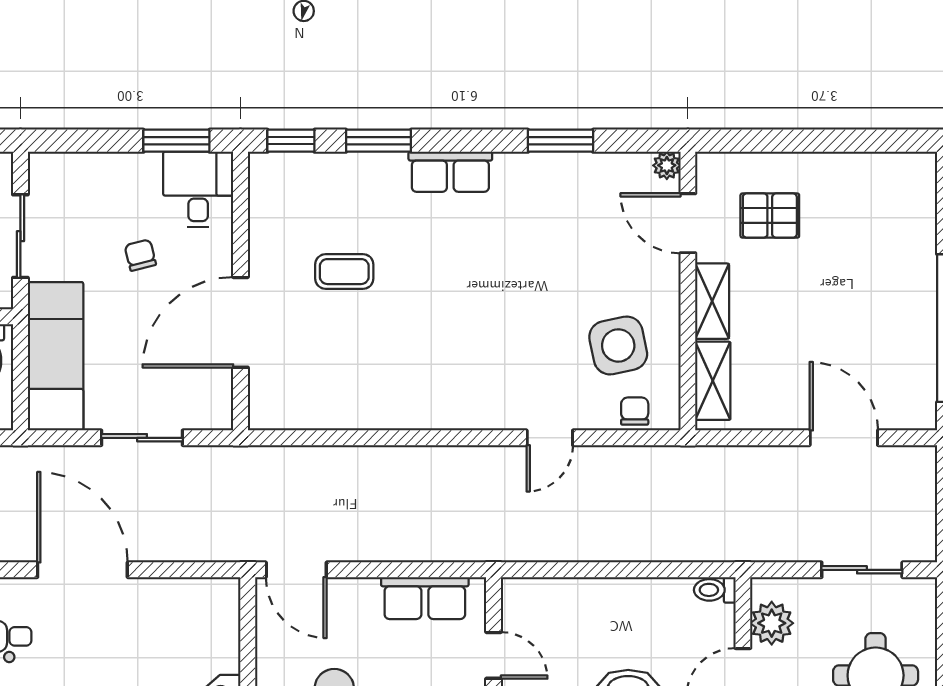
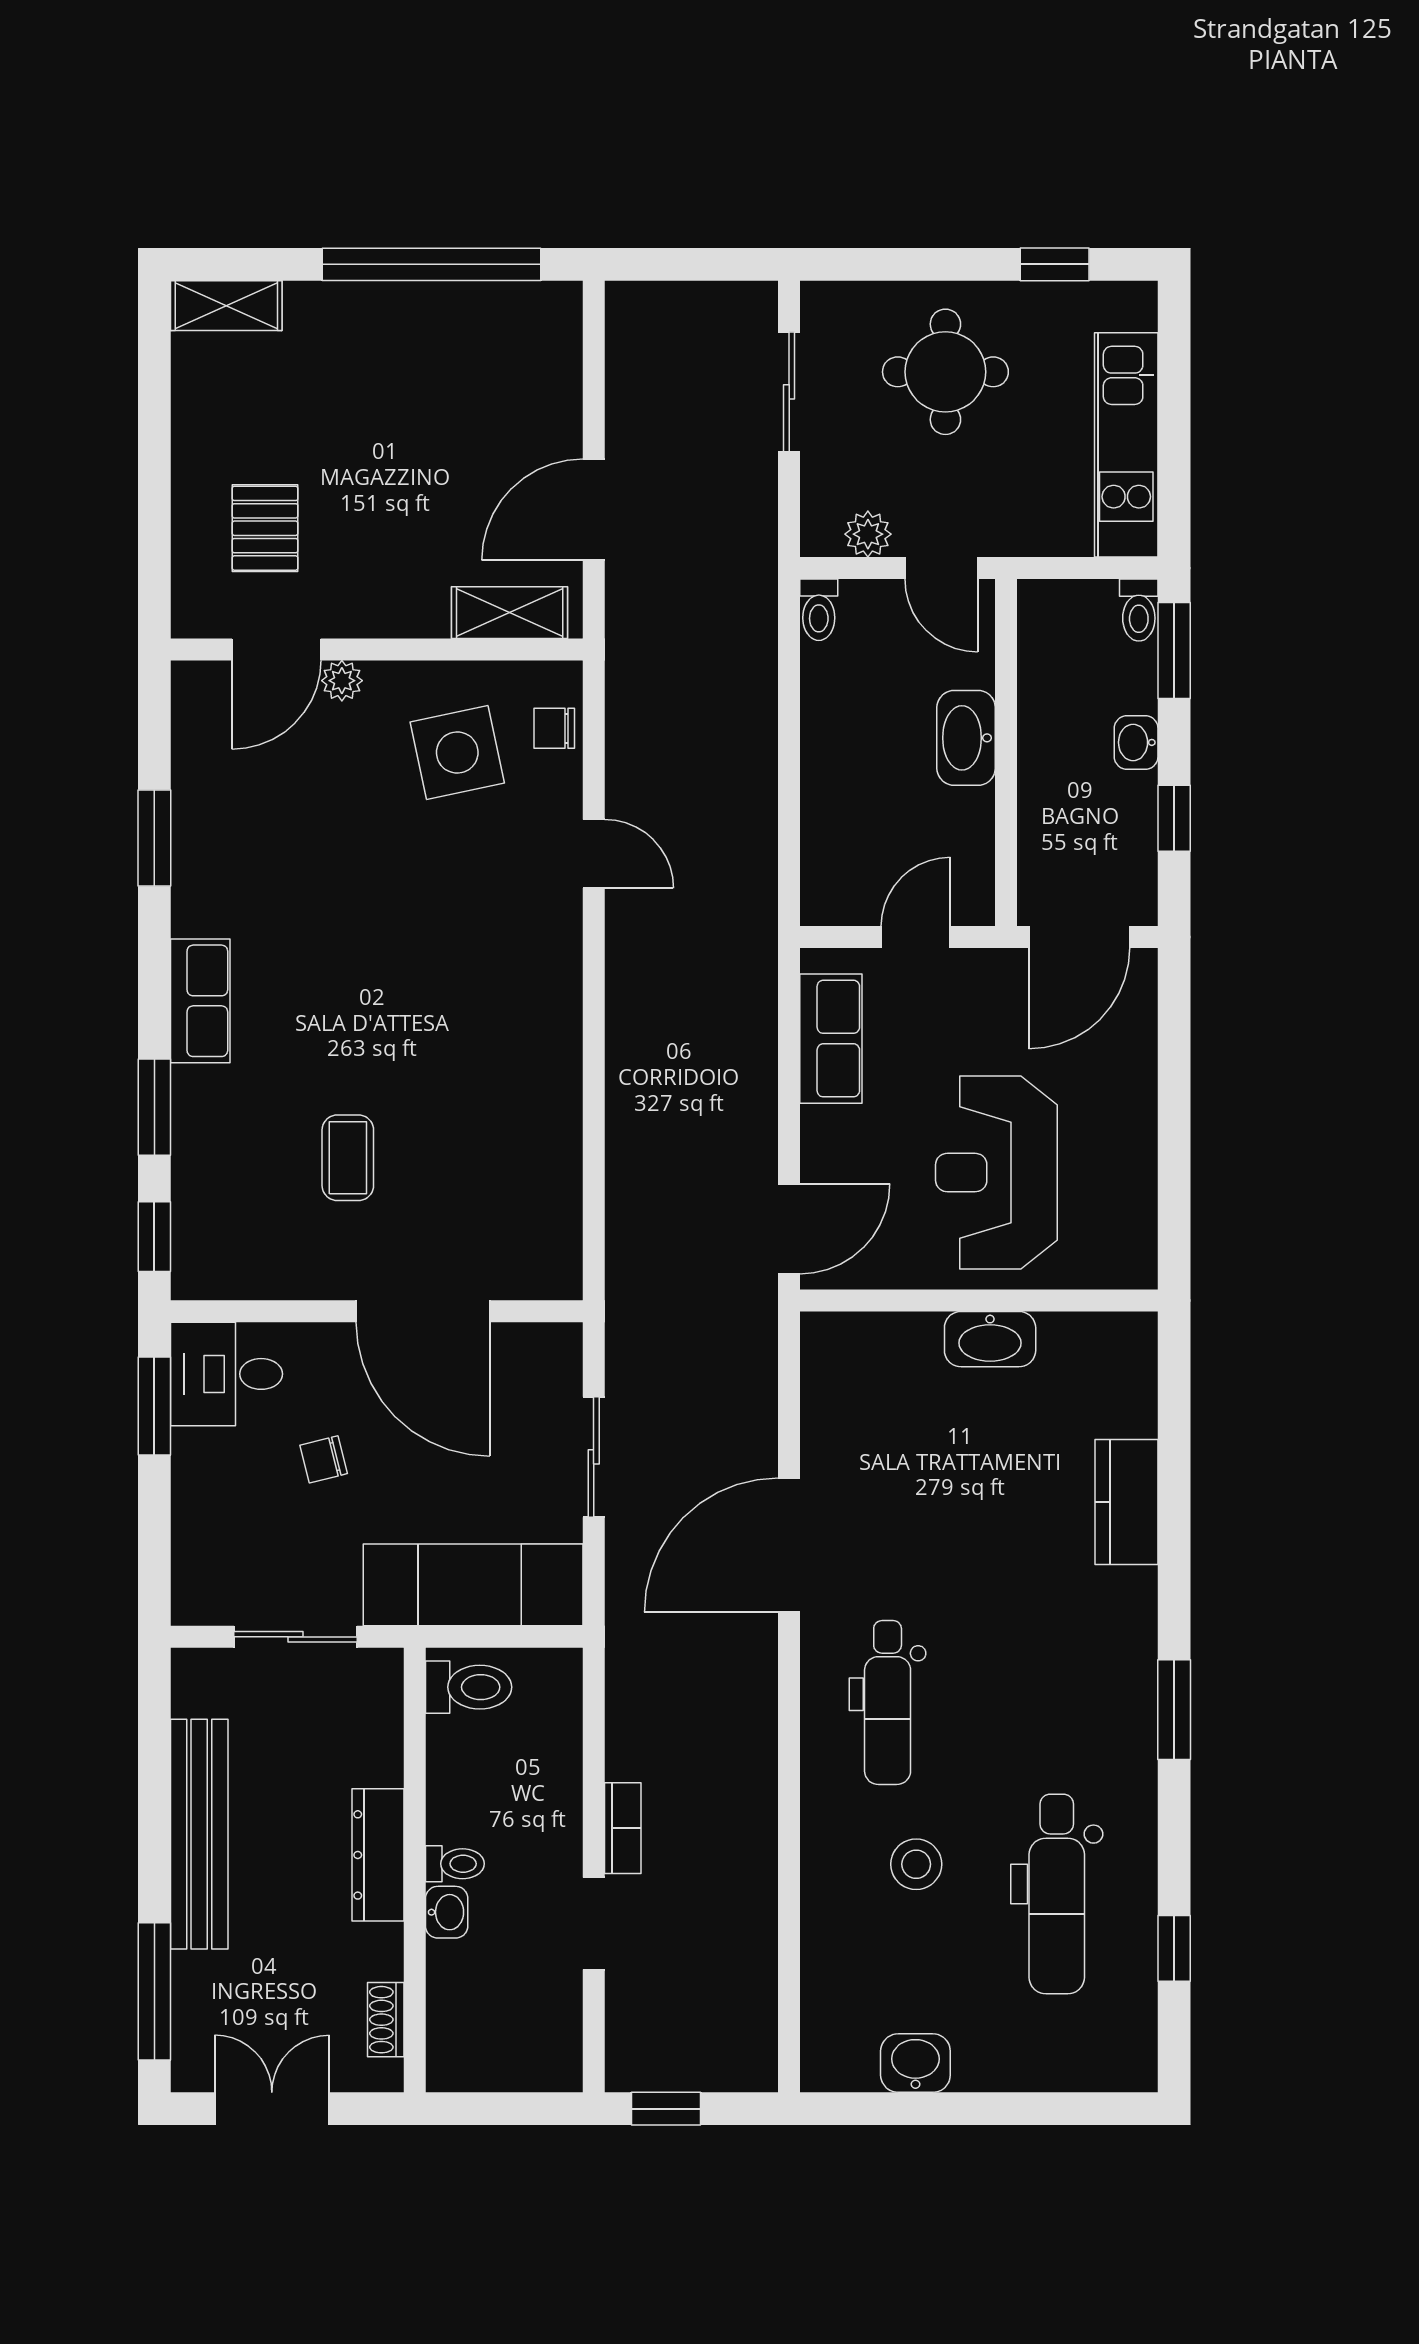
plant: (667, 165) -> (342, 681), moved
shelving: (712, 301) -> (226, 306), moved
door: (844, 438) -> (594, 510), moved
plant: (772, 623) -> (868, 534), width x0.73, depth x0.73

